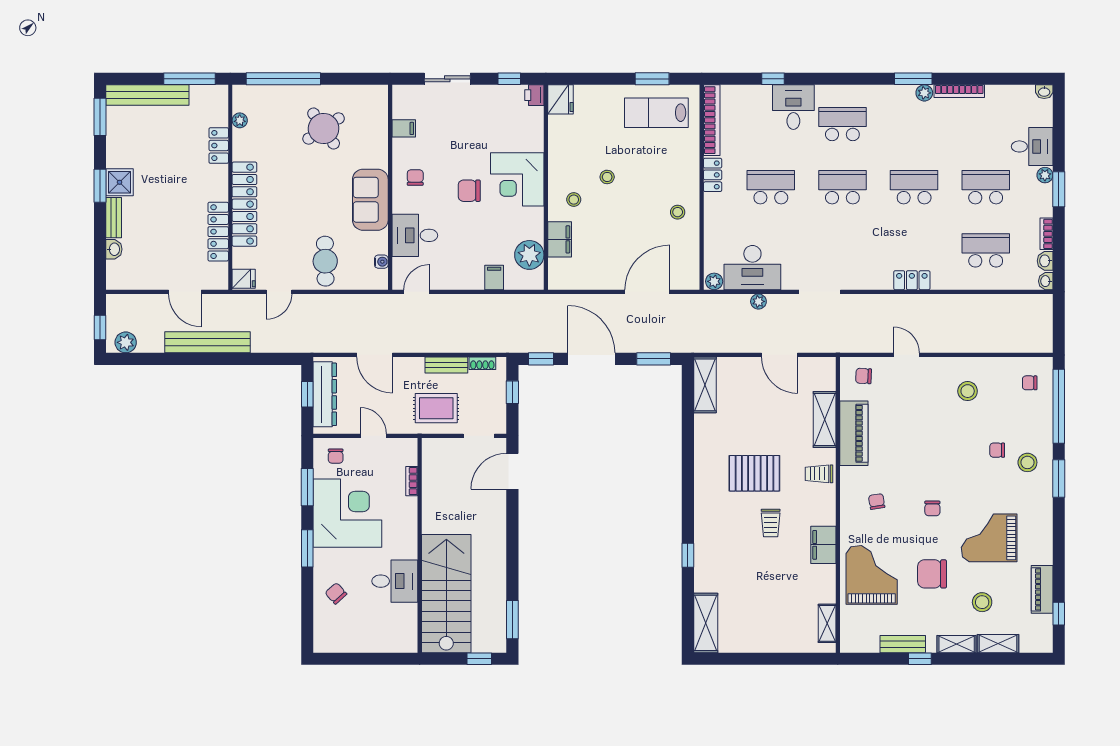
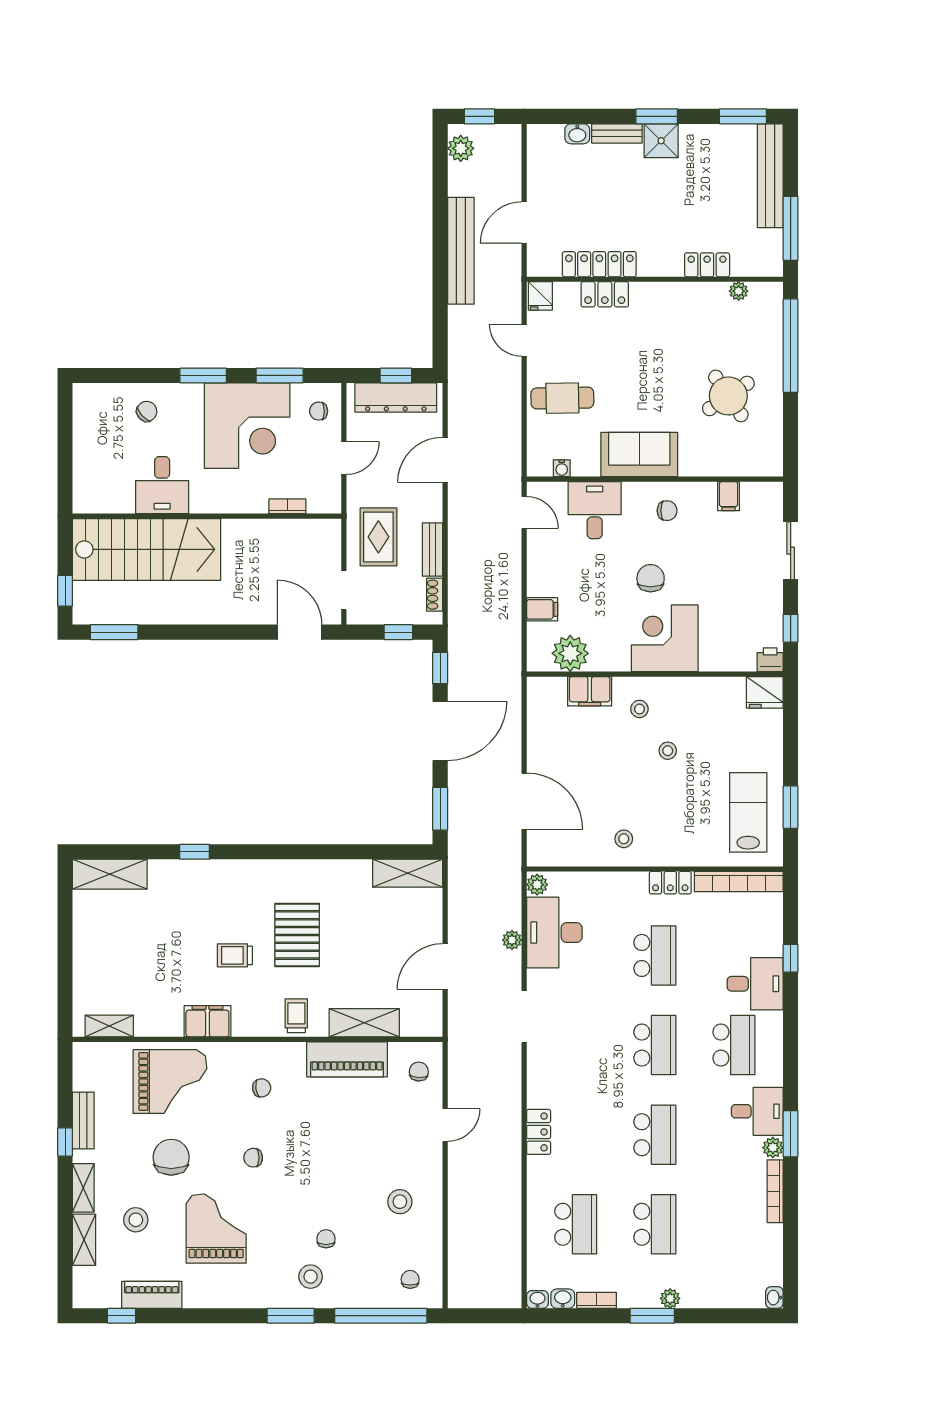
desk: (1032, 146) -> (757, 1111), moved, turned -90
locker: (244, 204) -> (605, 294), width x0.46, depth x0.83

